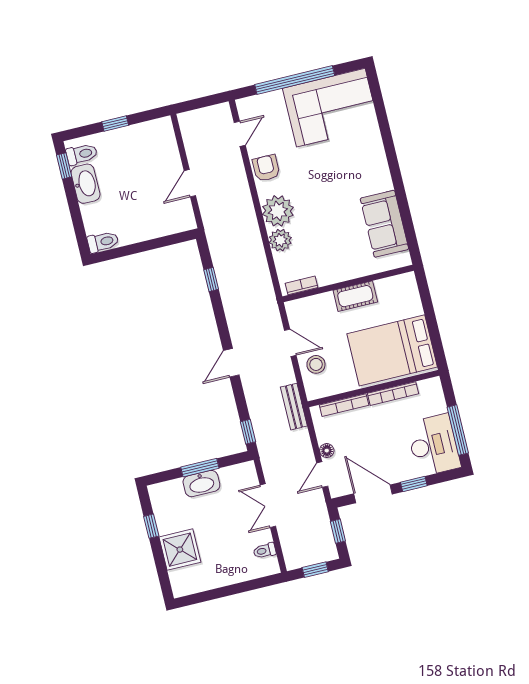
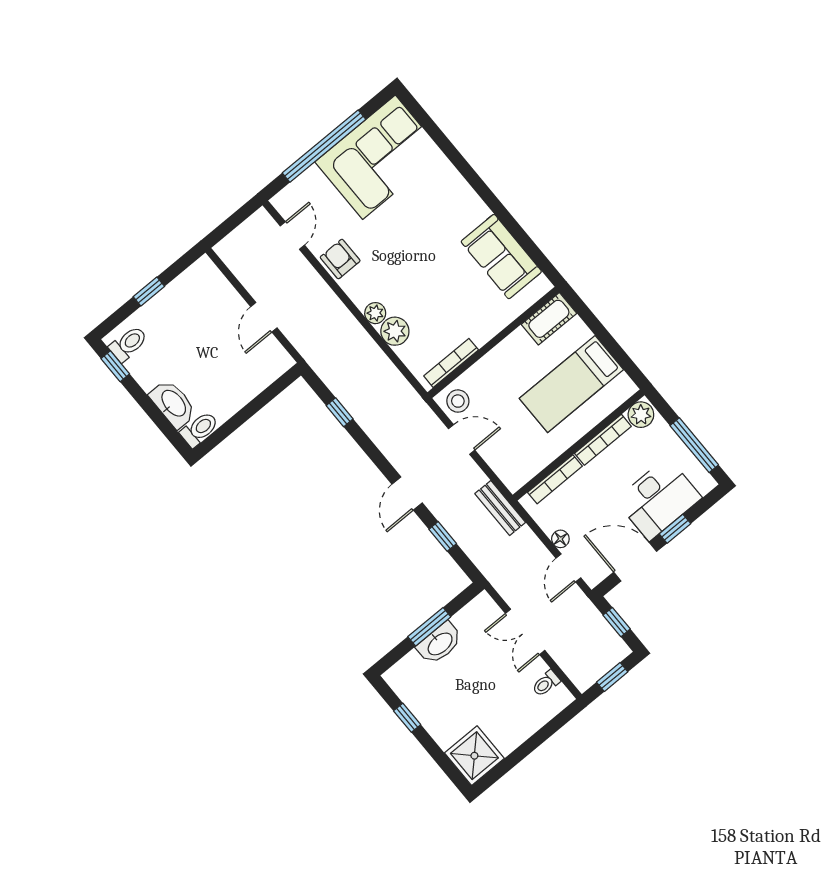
washbasin: (85, 184) -> (173, 404), moved
plant: (278, 211) -> (375, 313), width x0.53, depth x0.53
bookcase: (301, 285) -> (451, 363), width x1.56
cot: (355, 296) -> (549, 319), moved
bed: (392, 350) -> (571, 384), width x0.67
stool: (316, 364) -> (458, 401), moved
plant: (430, 389) -> (641, 415), added
window: (248, 432) -> (443, 536), moved
desk: (433, 445) -> (658, 499), moved, turned 90
shower: (180, 550) -> (474, 756), moved

